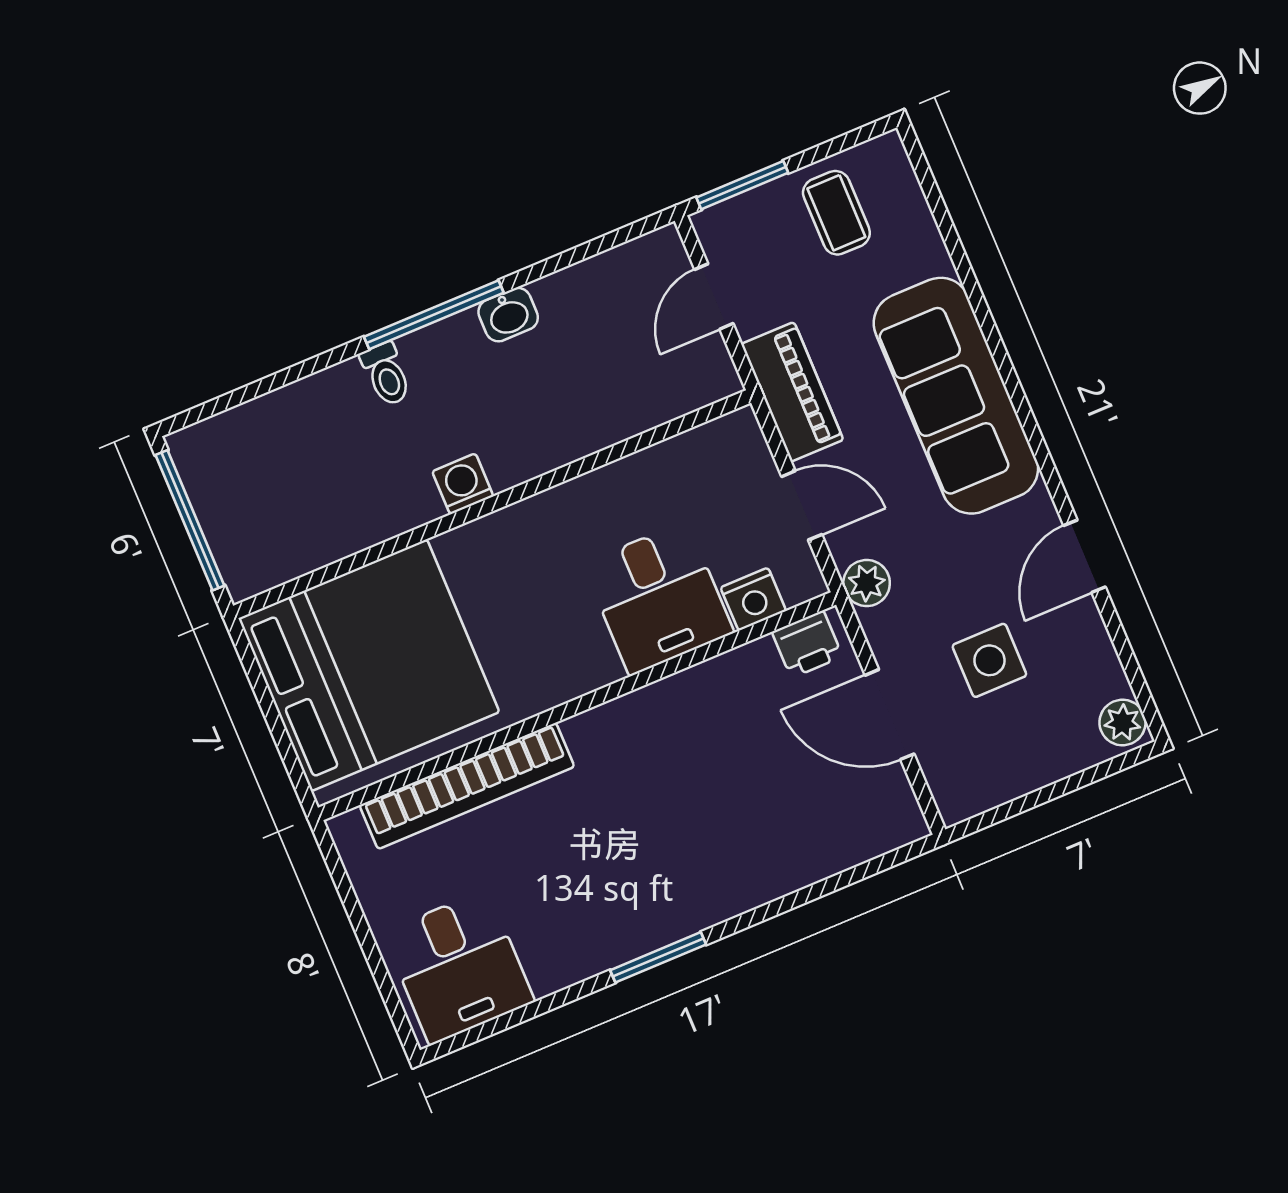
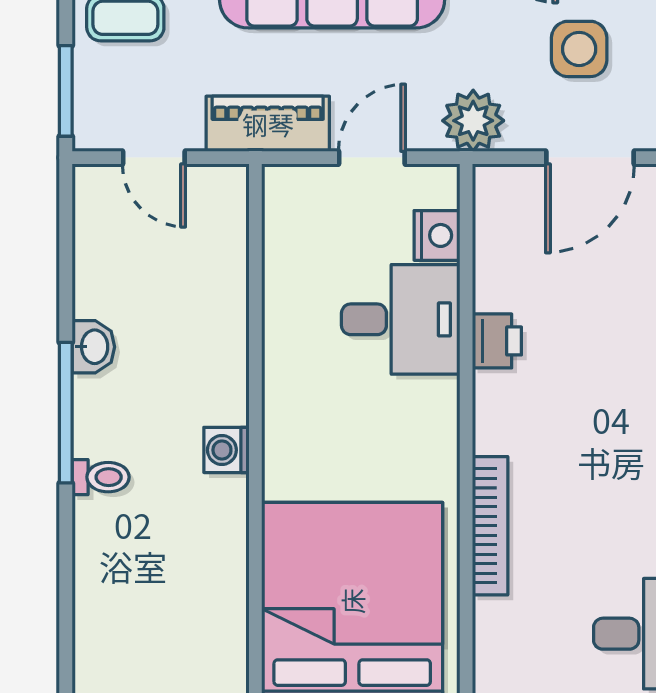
plant: (867, 583) -> (473, 121), width x1.38, depth x1.38
printer: (807, 644) -> (497, 341), moved
bookcase: (467, 786) -> (490, 526), width x0.68, depth x0.76

